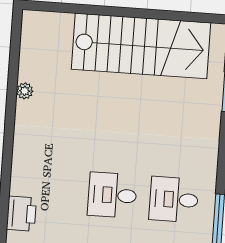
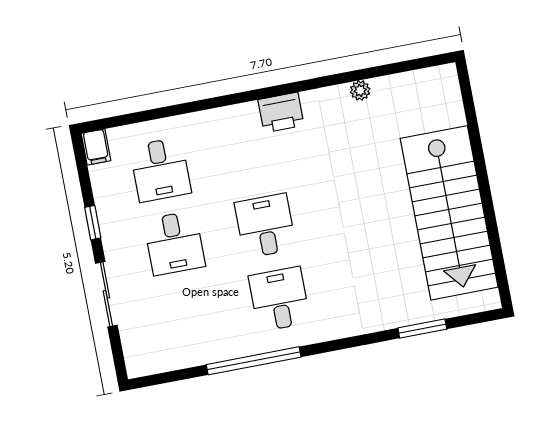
printer: (21, 214) -> (281, 112), moved

